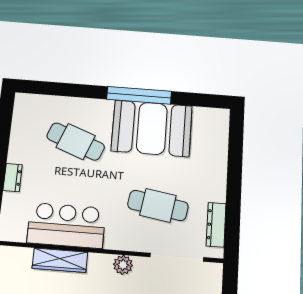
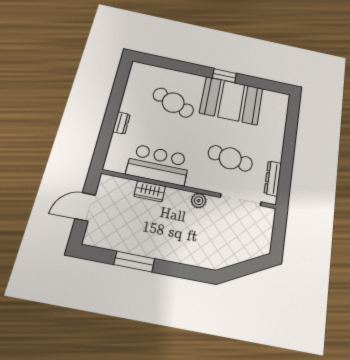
window: (139, 95) -> (224, 76), width x0.47
wardrobe: (60, 260) -> (150, 191), width x0.67

